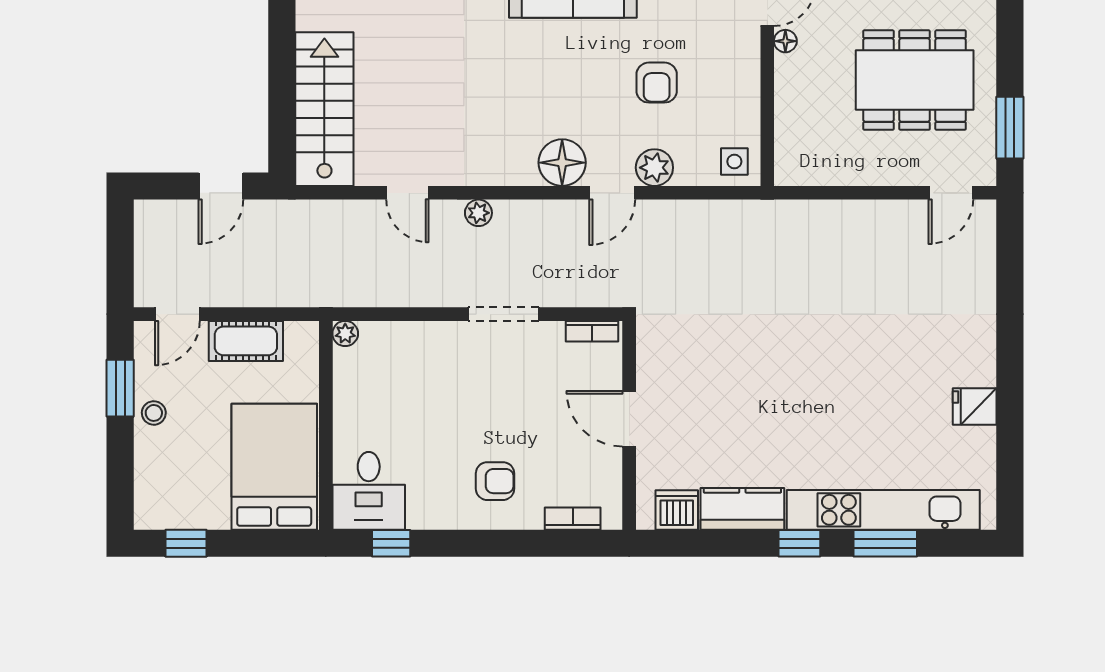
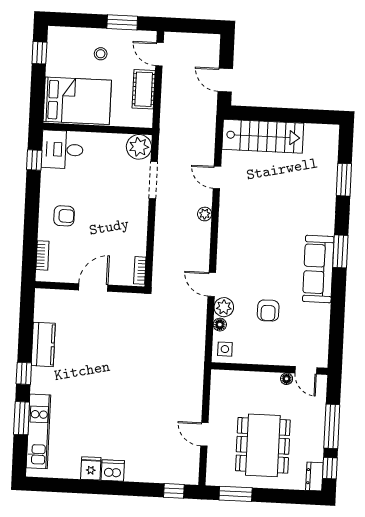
armchair: (657, 83) -> (268, 310), turned -90
floor lamp: (562, 163) -> (220, 325), moved, width x0.53, depth x0.53
door: (407, 193) -> (217, 177), hinge flipped
door: (951, 193) -> (204, 434), moved
window: (1010, 246) -> (174, 491), added
doorway: (503, 314) -> (153, 180), moved
plant: (345, 334) -> (139, 147), width x1.87, depth x1.87
stool: (154, 413) -> (101, 54), moved
armchair: (495, 481) -> (64, 216), turned -90
dishwasher: (677, 510) -> (113, 470), moved, turned -90
kitchen unit: (883, 510) -> (38, 431), width x0.73

